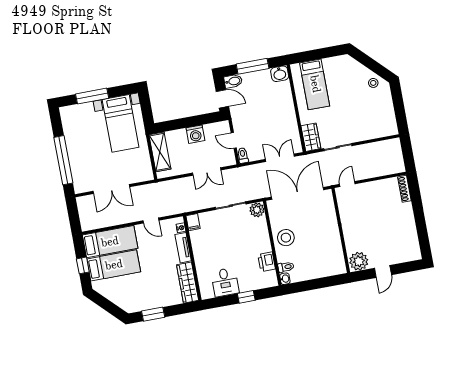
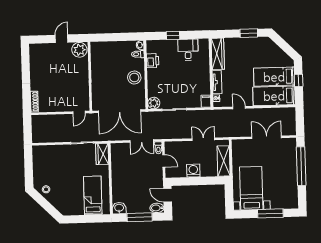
double door: (280, 158) -> (142, 141), moved
double door: (207, 171) -> (203, 139), moved

